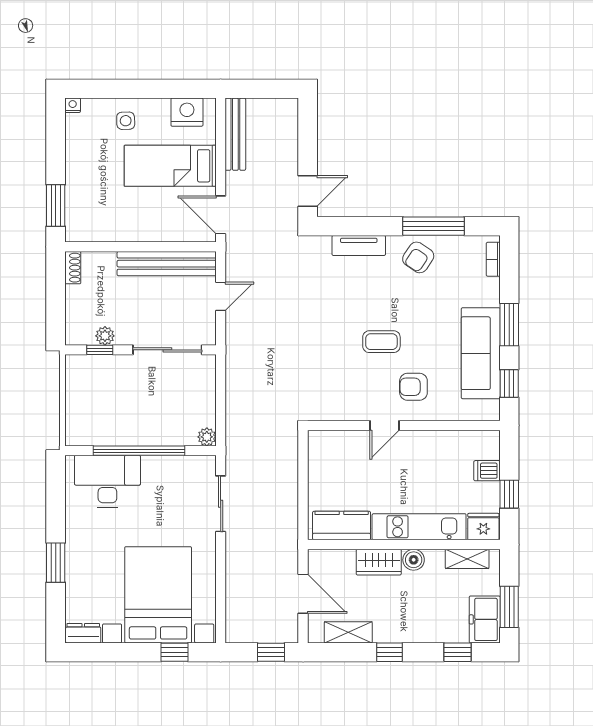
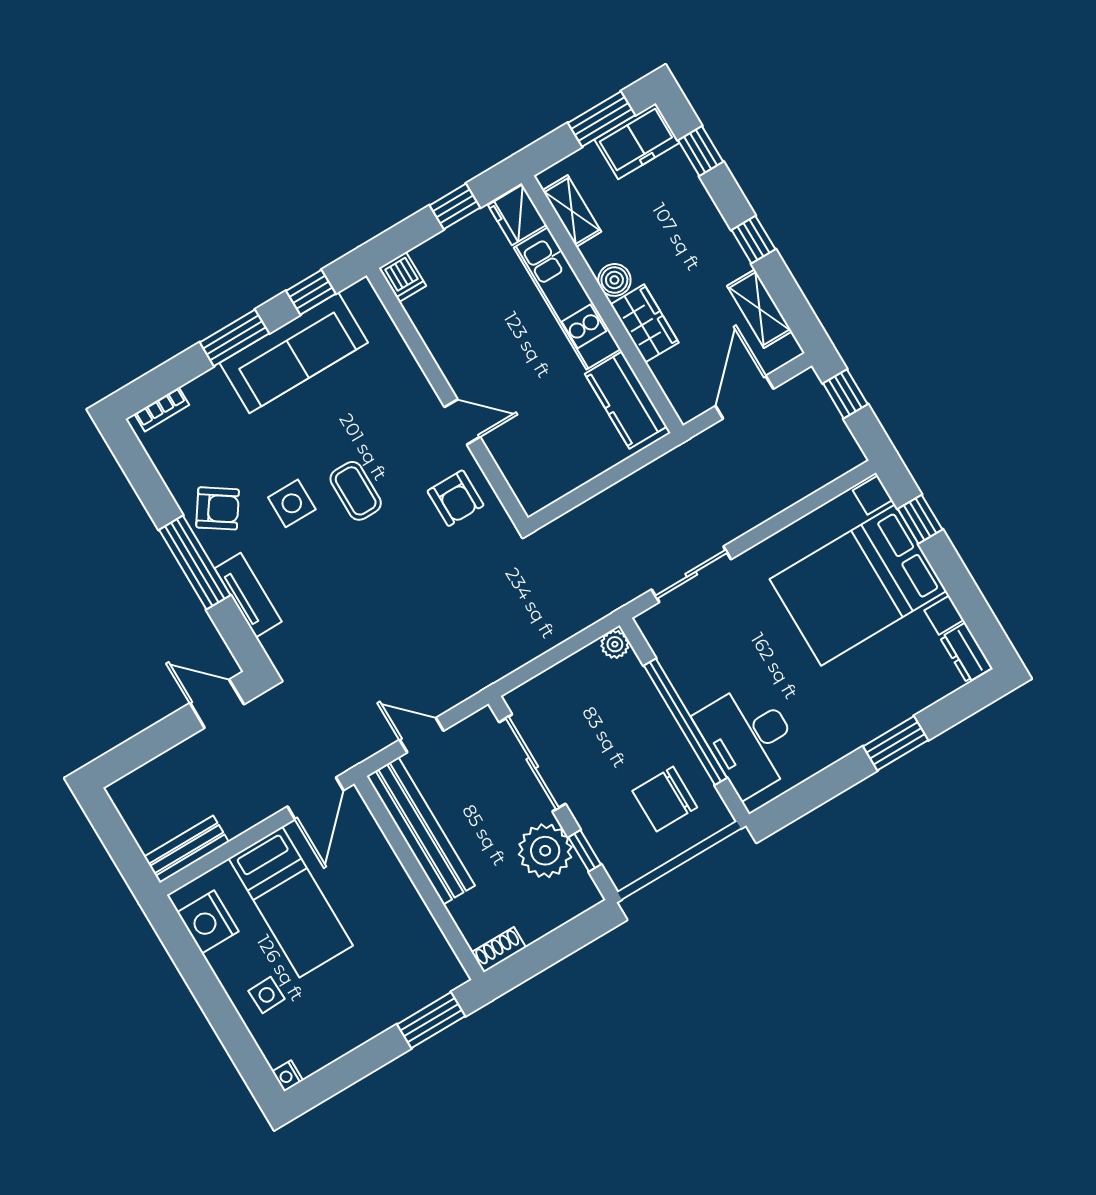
bench: (235, 134) -> (186, 849), width x0.73
window: (434, 226) -> (195, 562), moved
side table: (396, 301) -> (292, 503), added
plant: (105, 336) -> (545, 851), width x1.88, depth x1.88
armchair: (413, 387) -> (455, 498), moved
chair: (102, 413) -> (665, 799), added
dishwasher: (487, 471) -> (403, 277), moved

